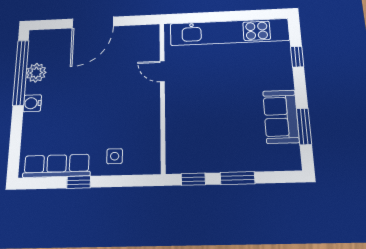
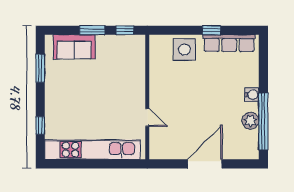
sofa: (281, 117) -> (74, 47), moved, turned 90
side table: (115, 156) -> (184, 49), width x1.87, depth x1.87

